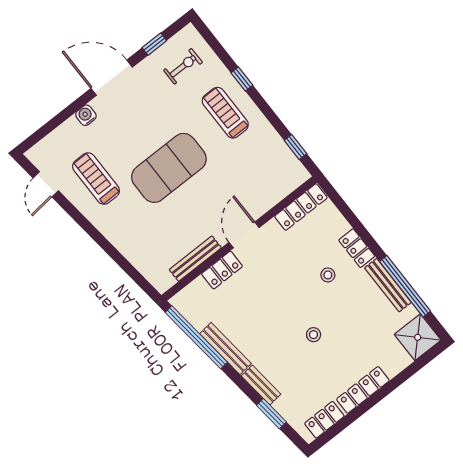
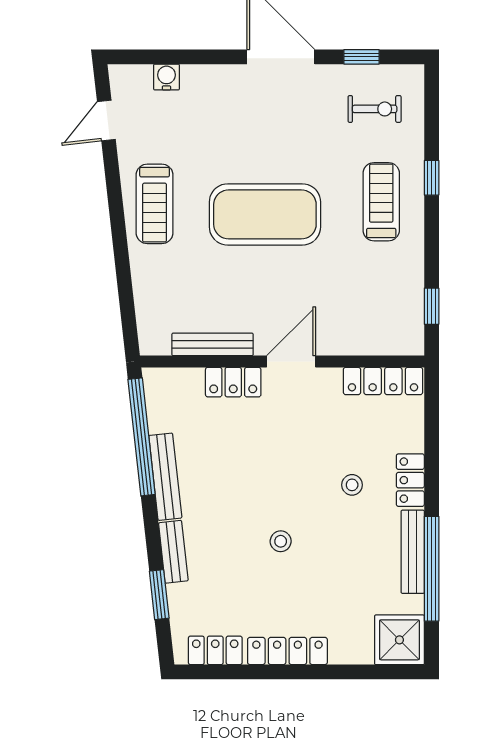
water cooler: (86, 115) -> (166, 77), moved
treadmill: (96, 179) -> (155, 204), moved, turned 180

